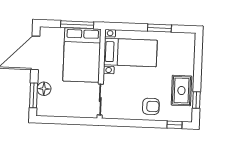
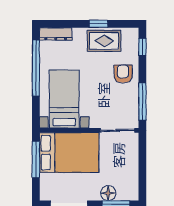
window: (159, 28) -> (36, 68), width x2.11
dresser: (189, 47) -> (56, 34), added
window: (196, 100) -> (99, 24), moved
window: (125, 123) -> (142, 102), added

